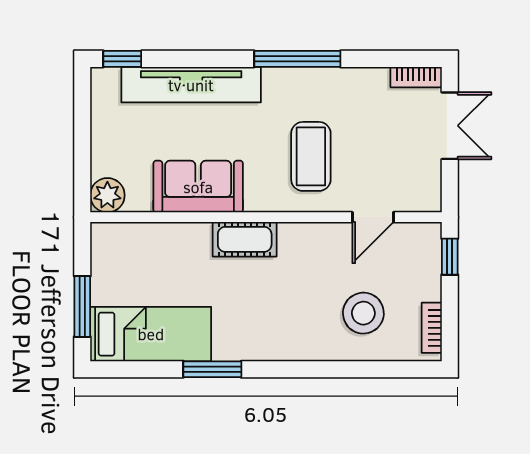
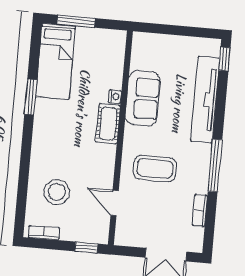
bookcase: (416, 77) -> (200, 211), moved
plant: (107, 195) -> (142, 43), removed
nightstand: (199, 232) -> (115, 97), added

